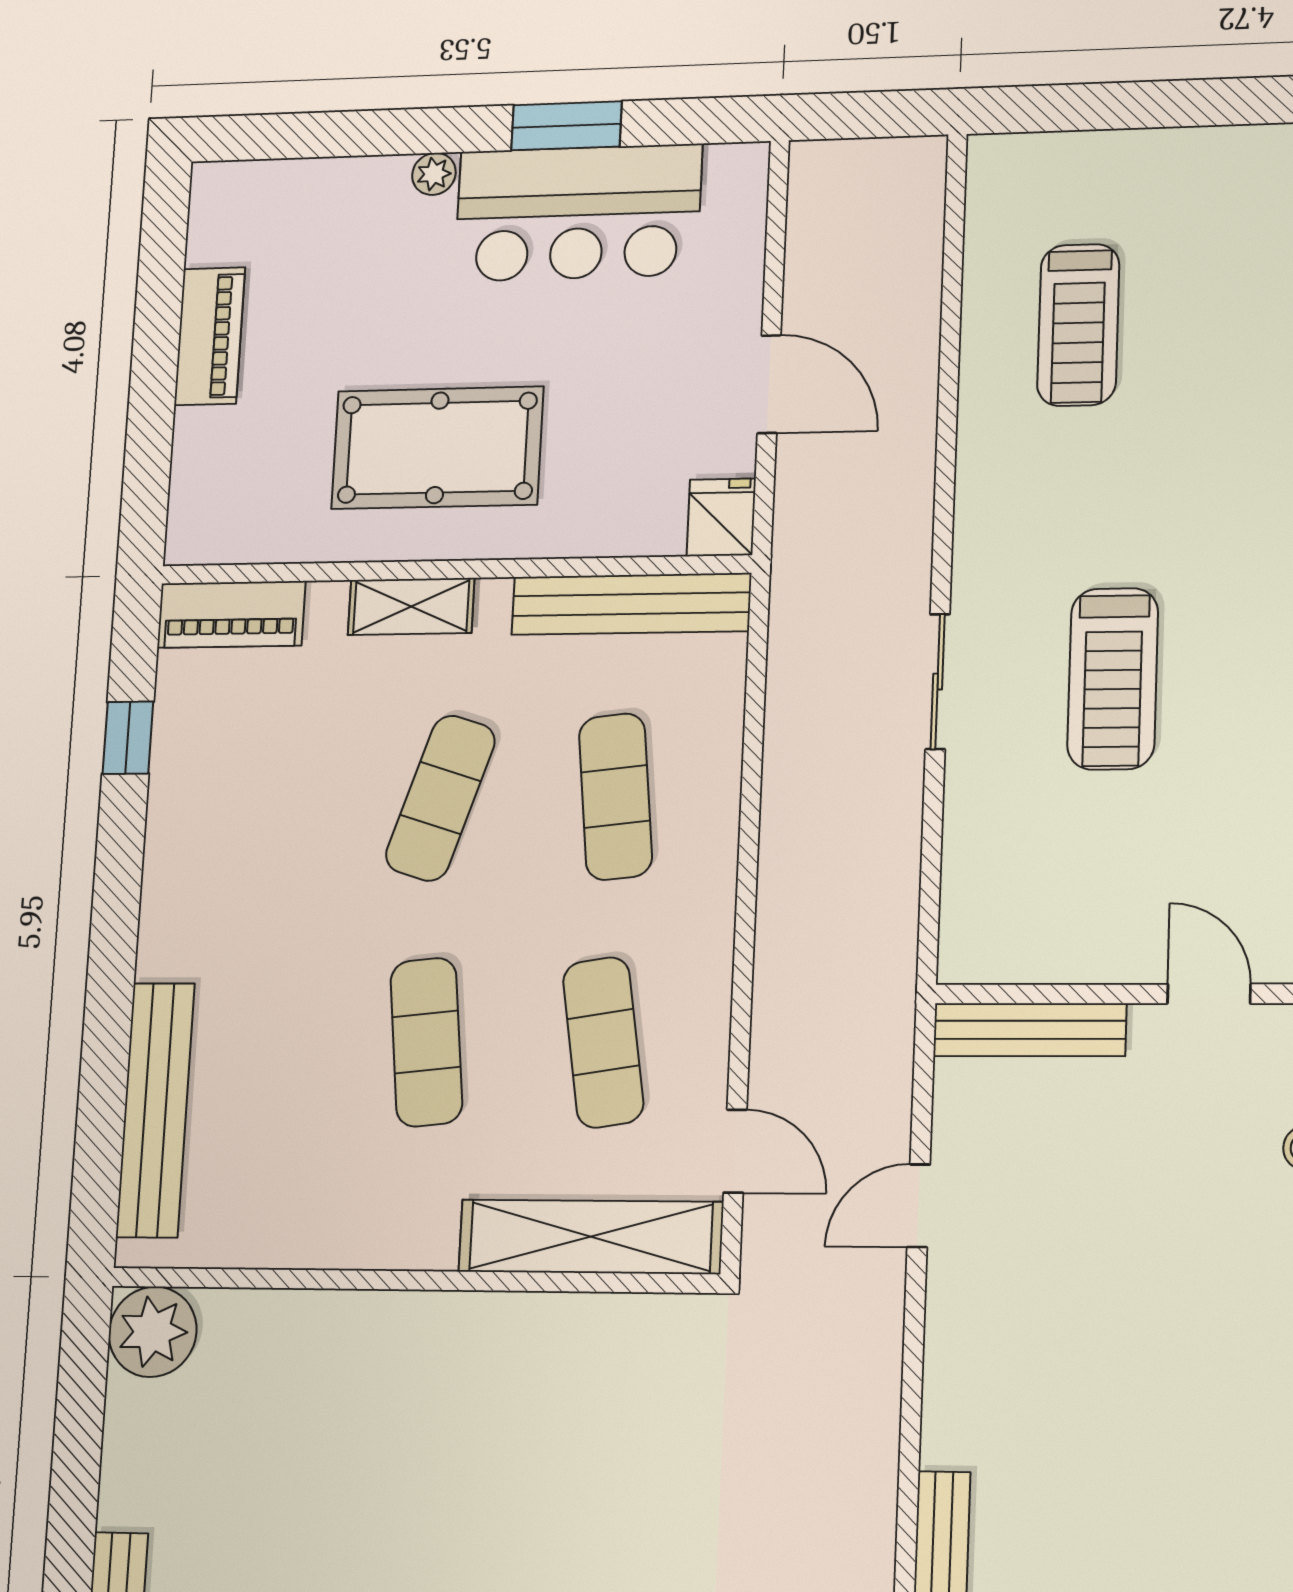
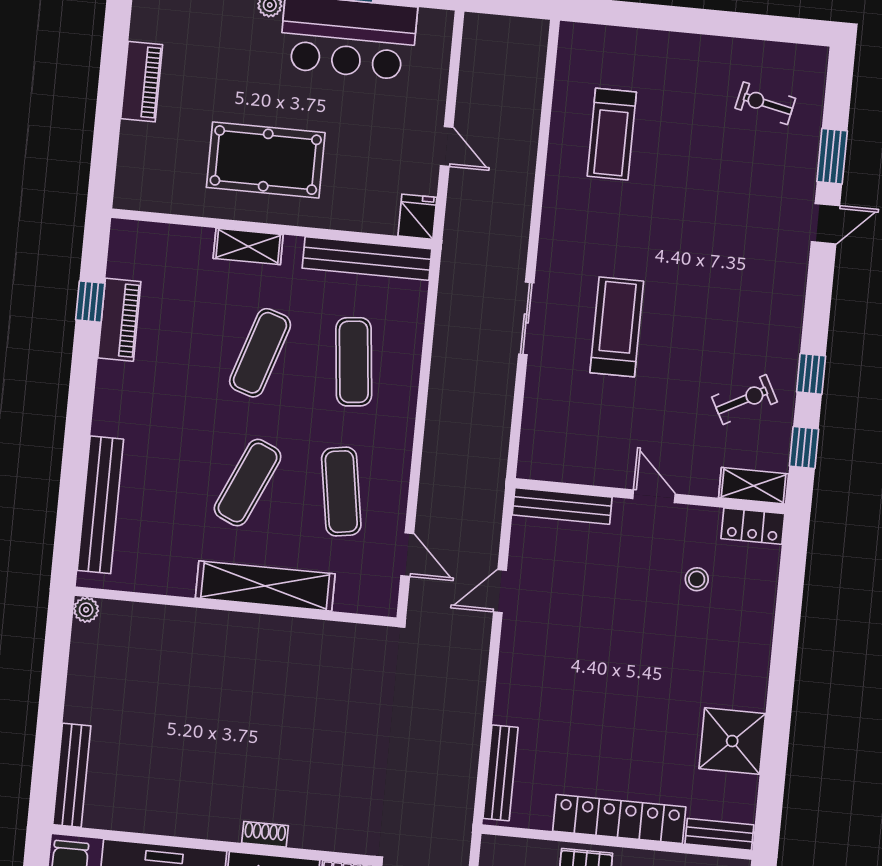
door: (769, 384) -> (447, 146), width x0.73
piano: (231, 614) -> (119, 320), moved, turned -90
treadmill: (1113, 679) -> (617, 327), turned 180
exercise mat: (426, 1042) -> (248, 483), turned 30
shelving: (591, 1237) -> (265, 586), moved
plant: (153, 1332) -> (86, 610), width x0.53, depth x0.53

